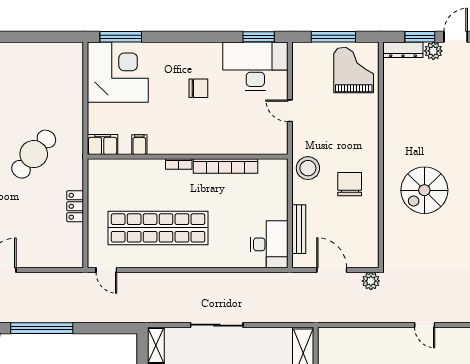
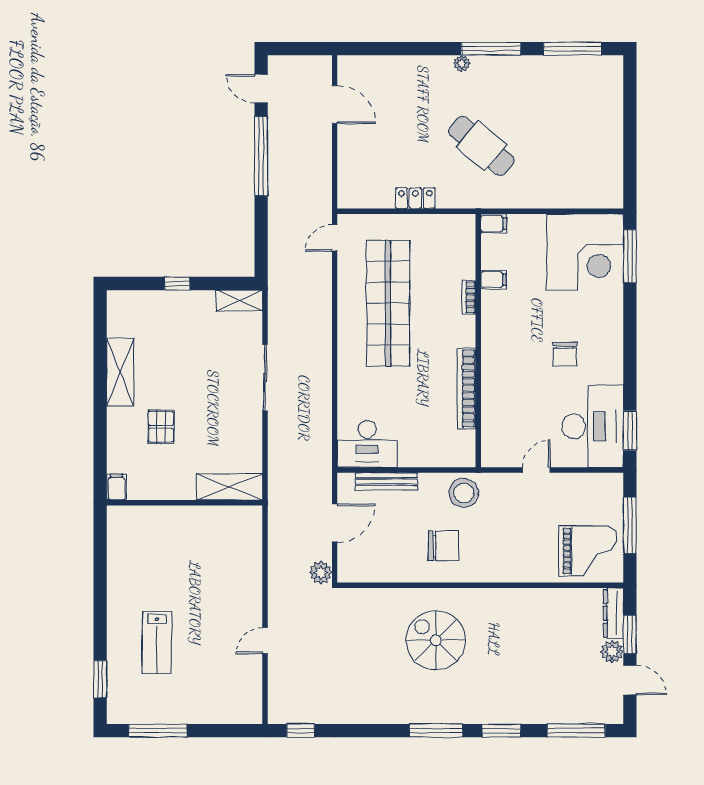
filing cabinet: (103, 145) -> (494, 223), width x0.50
bookcase: (179, 164) -> (469, 297), moved

